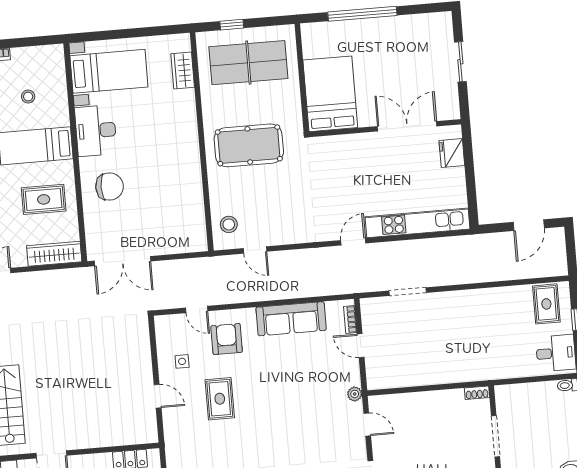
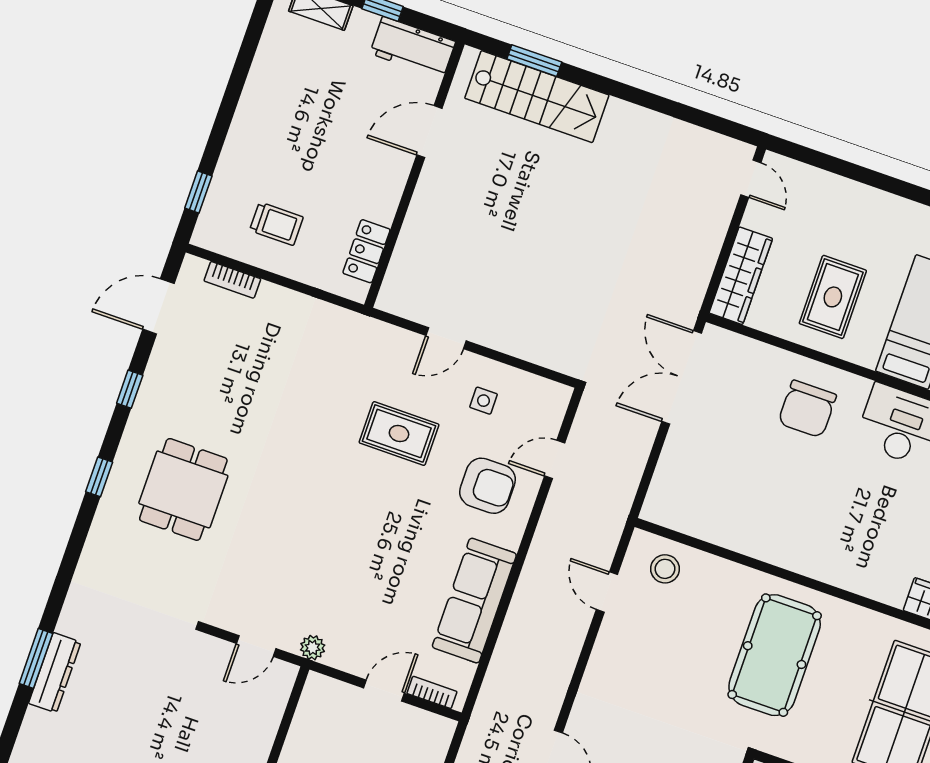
door: (255, 250) -> (607, 592), hinge flipped

